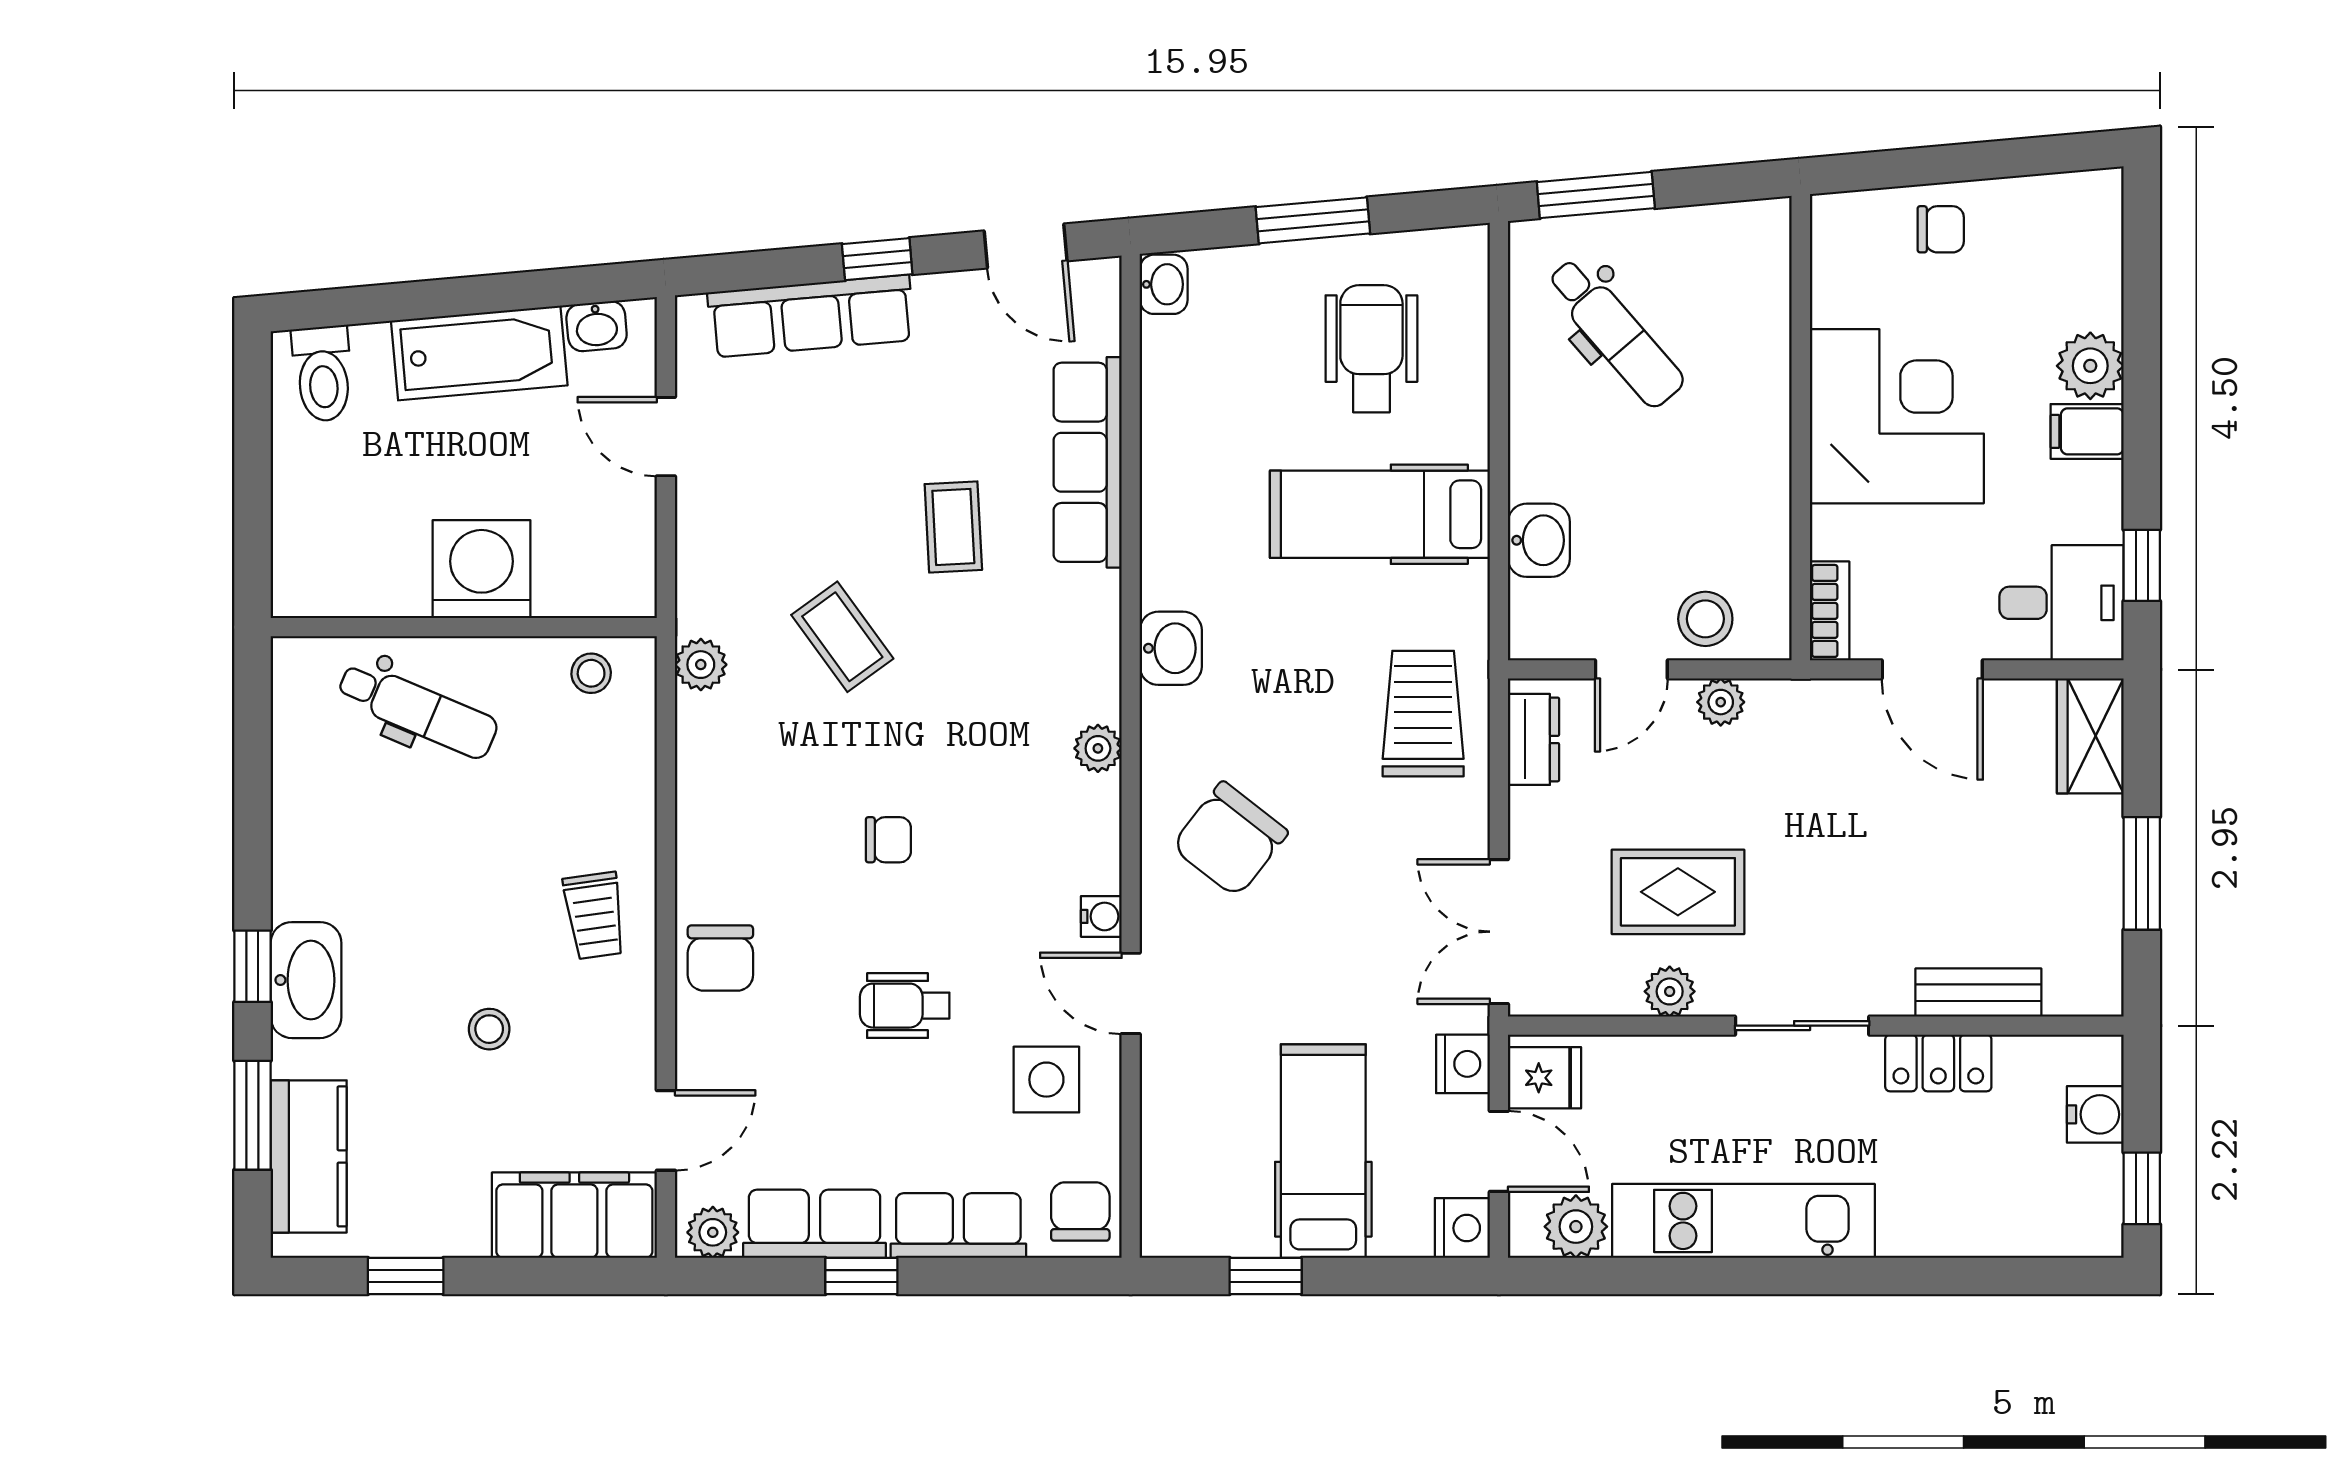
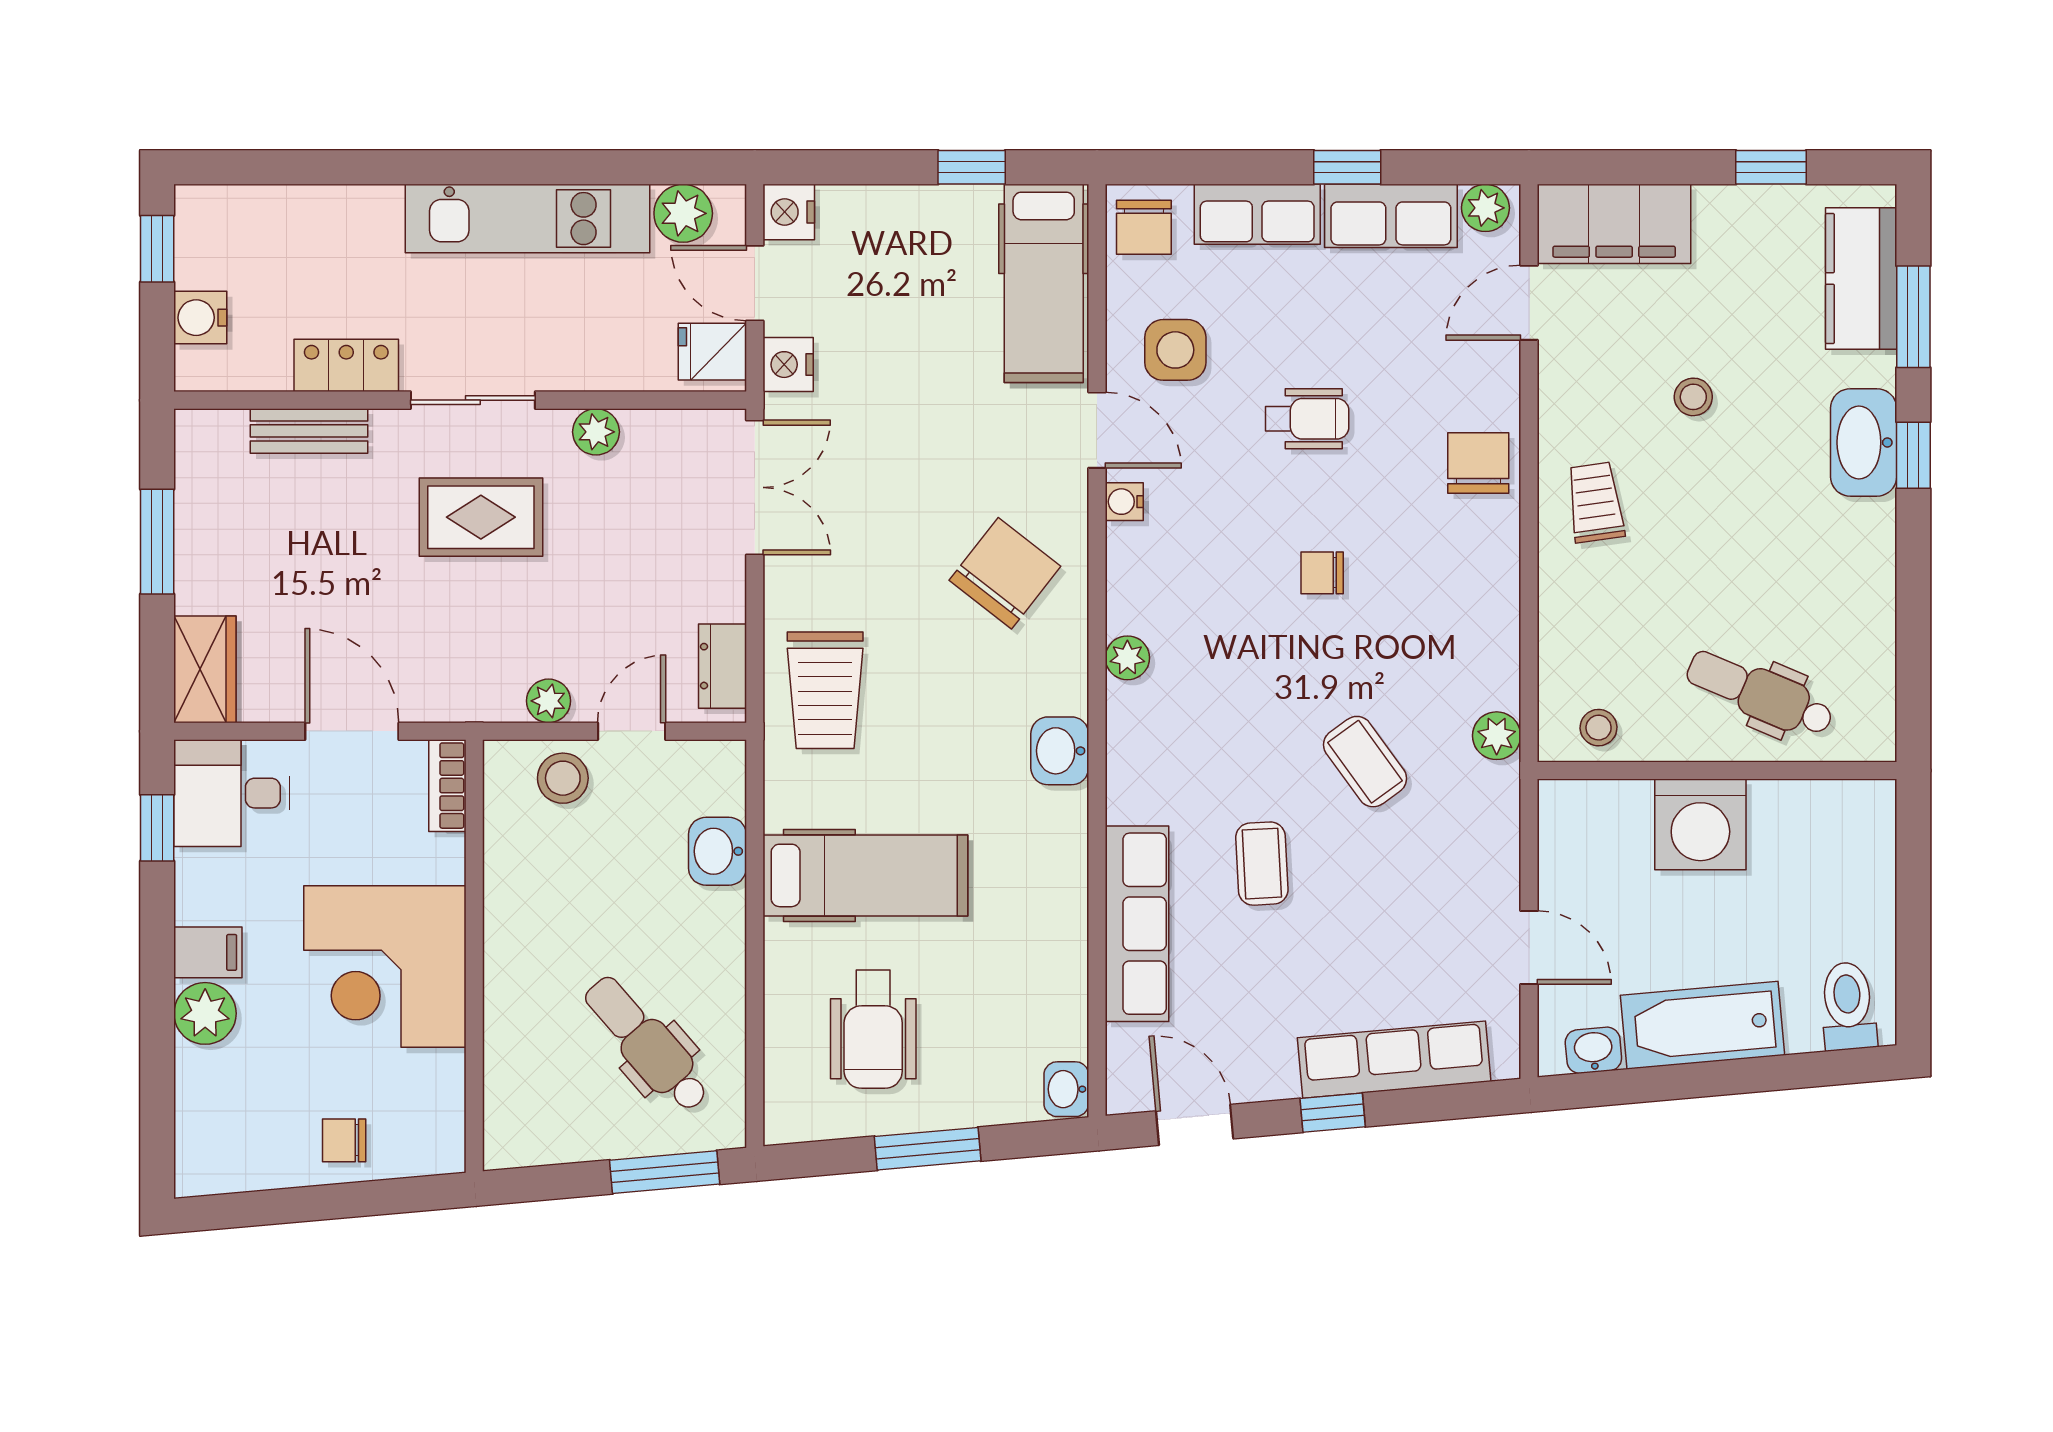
rug: (1678, 892) -> (481, 517), moved
hospital bed: (1323, 1151) -> (1044, 283), moved

